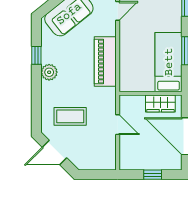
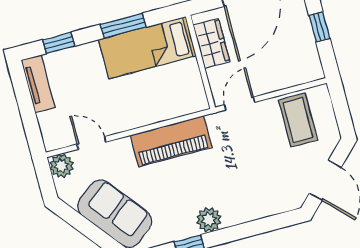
coffee table: (70, 116) -> (298, 120), moved
door: (118, 125) -> (240, 104), moved

